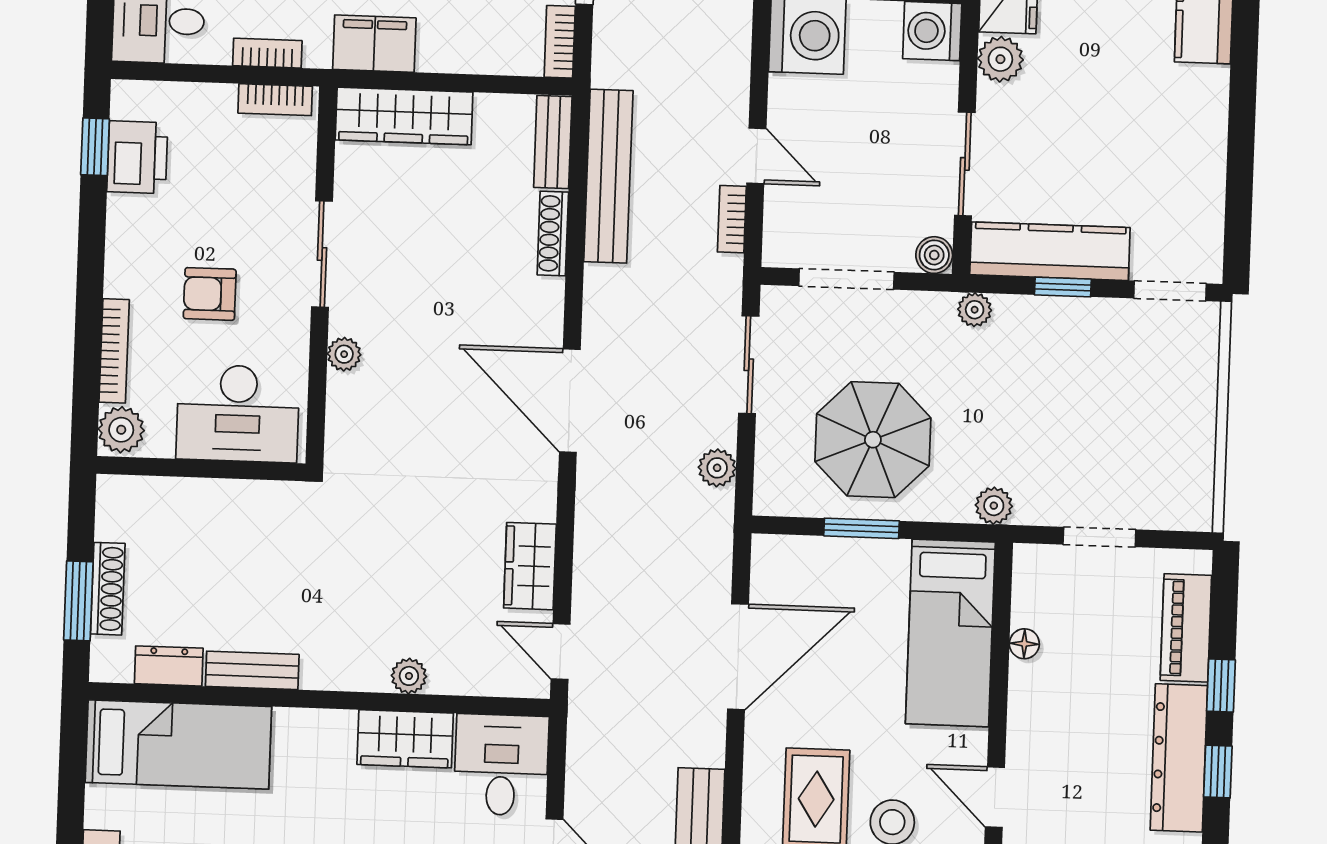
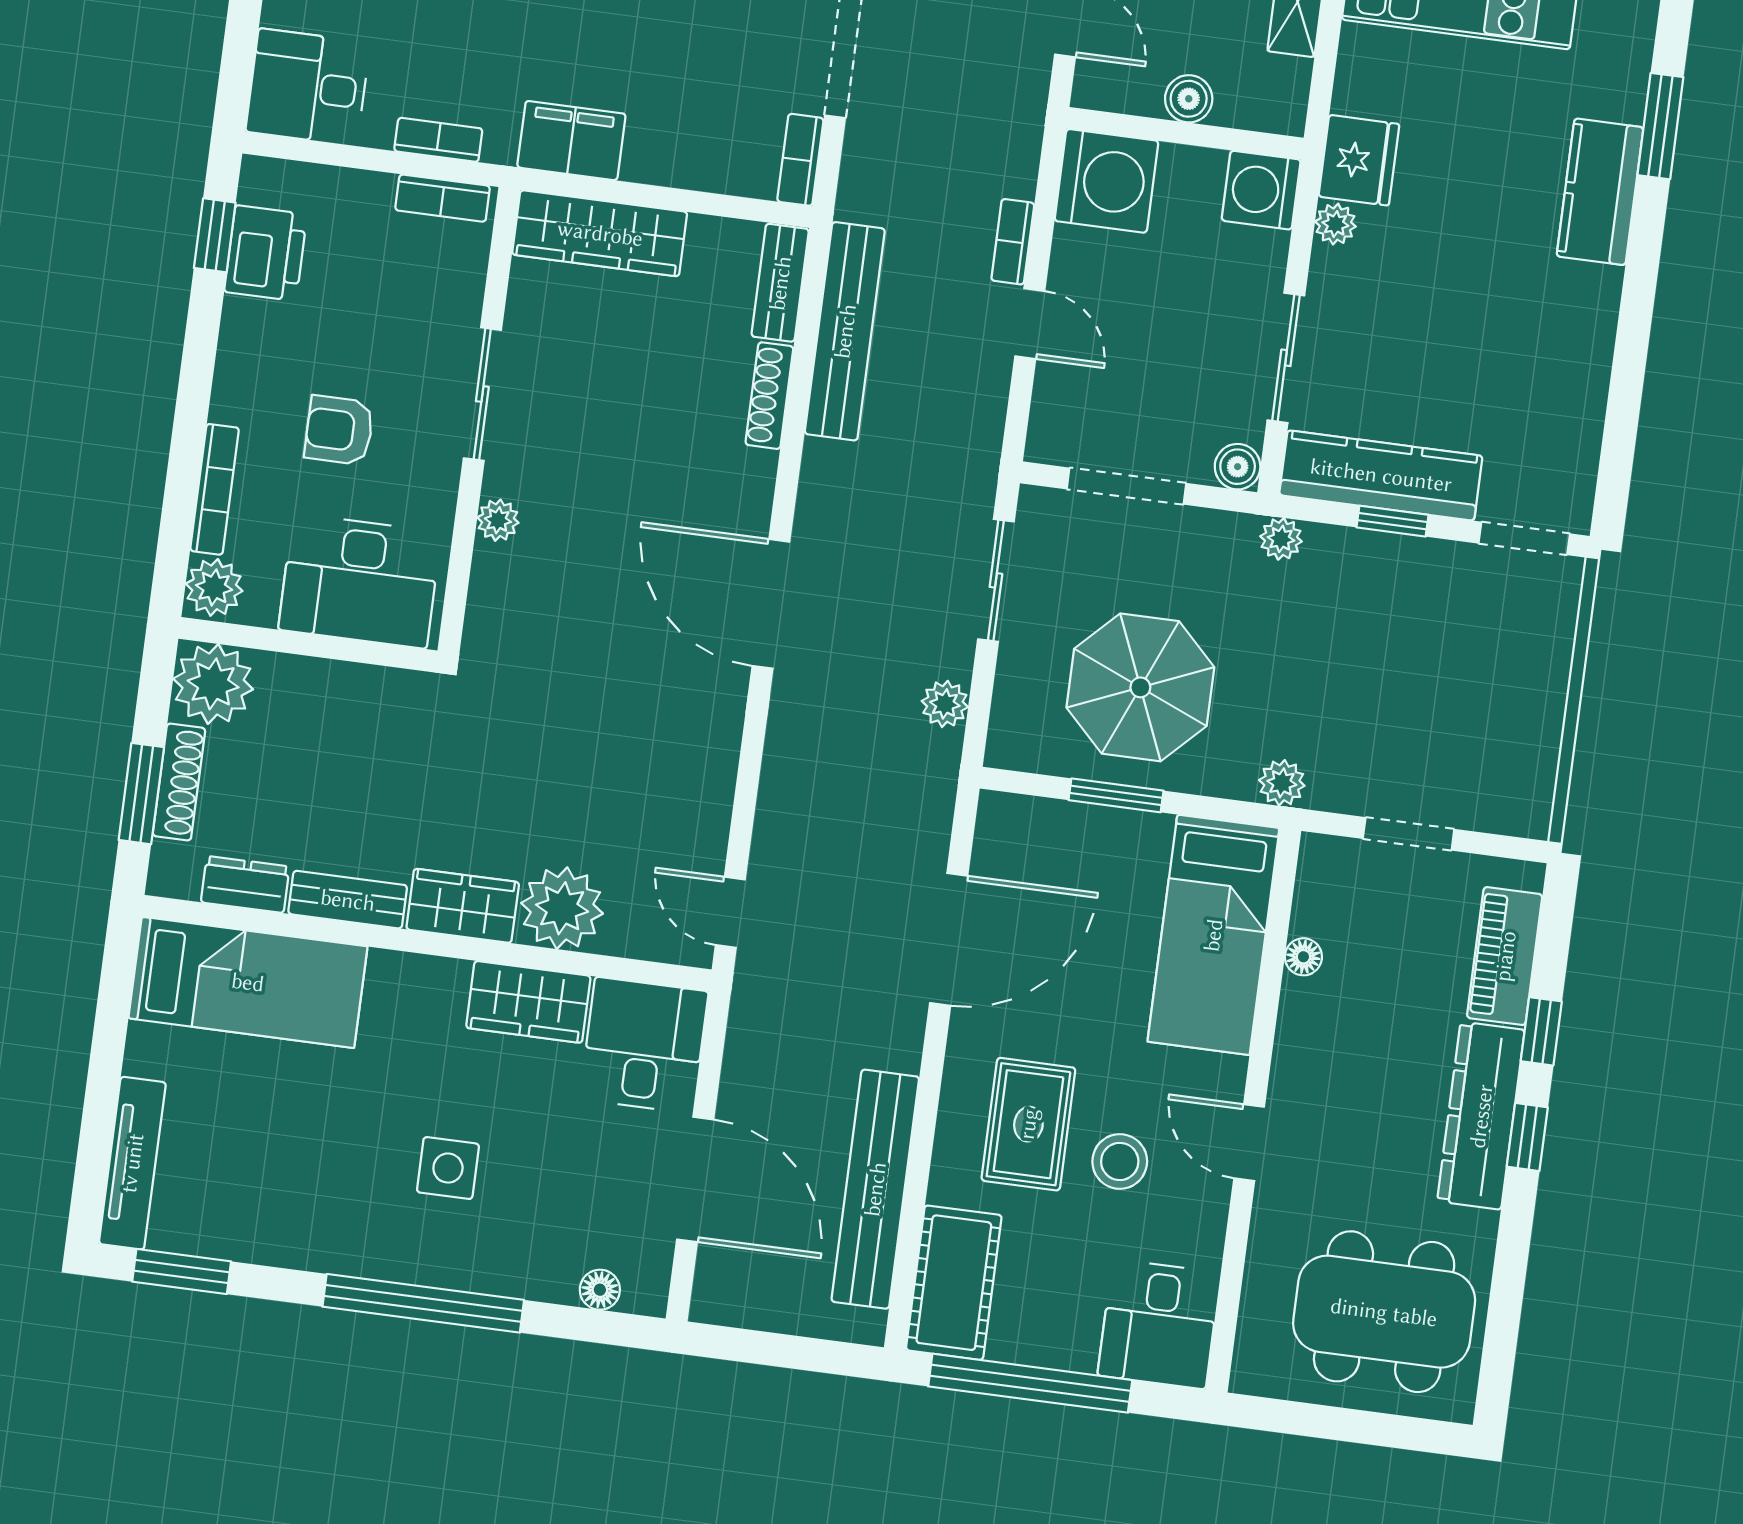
plant: (1000, 59) -> (1335, 224), width x0.73, depth x0.73
bookcase: (732, 219) -> (1013, 242), moved
plant: (128, 507) -> (213, 684), added
wardrobe: (530, 566) -> (463, 906), moved, turned 90
plant: (409, 676) -> (562, 908), width x1.88, depth x1.88

